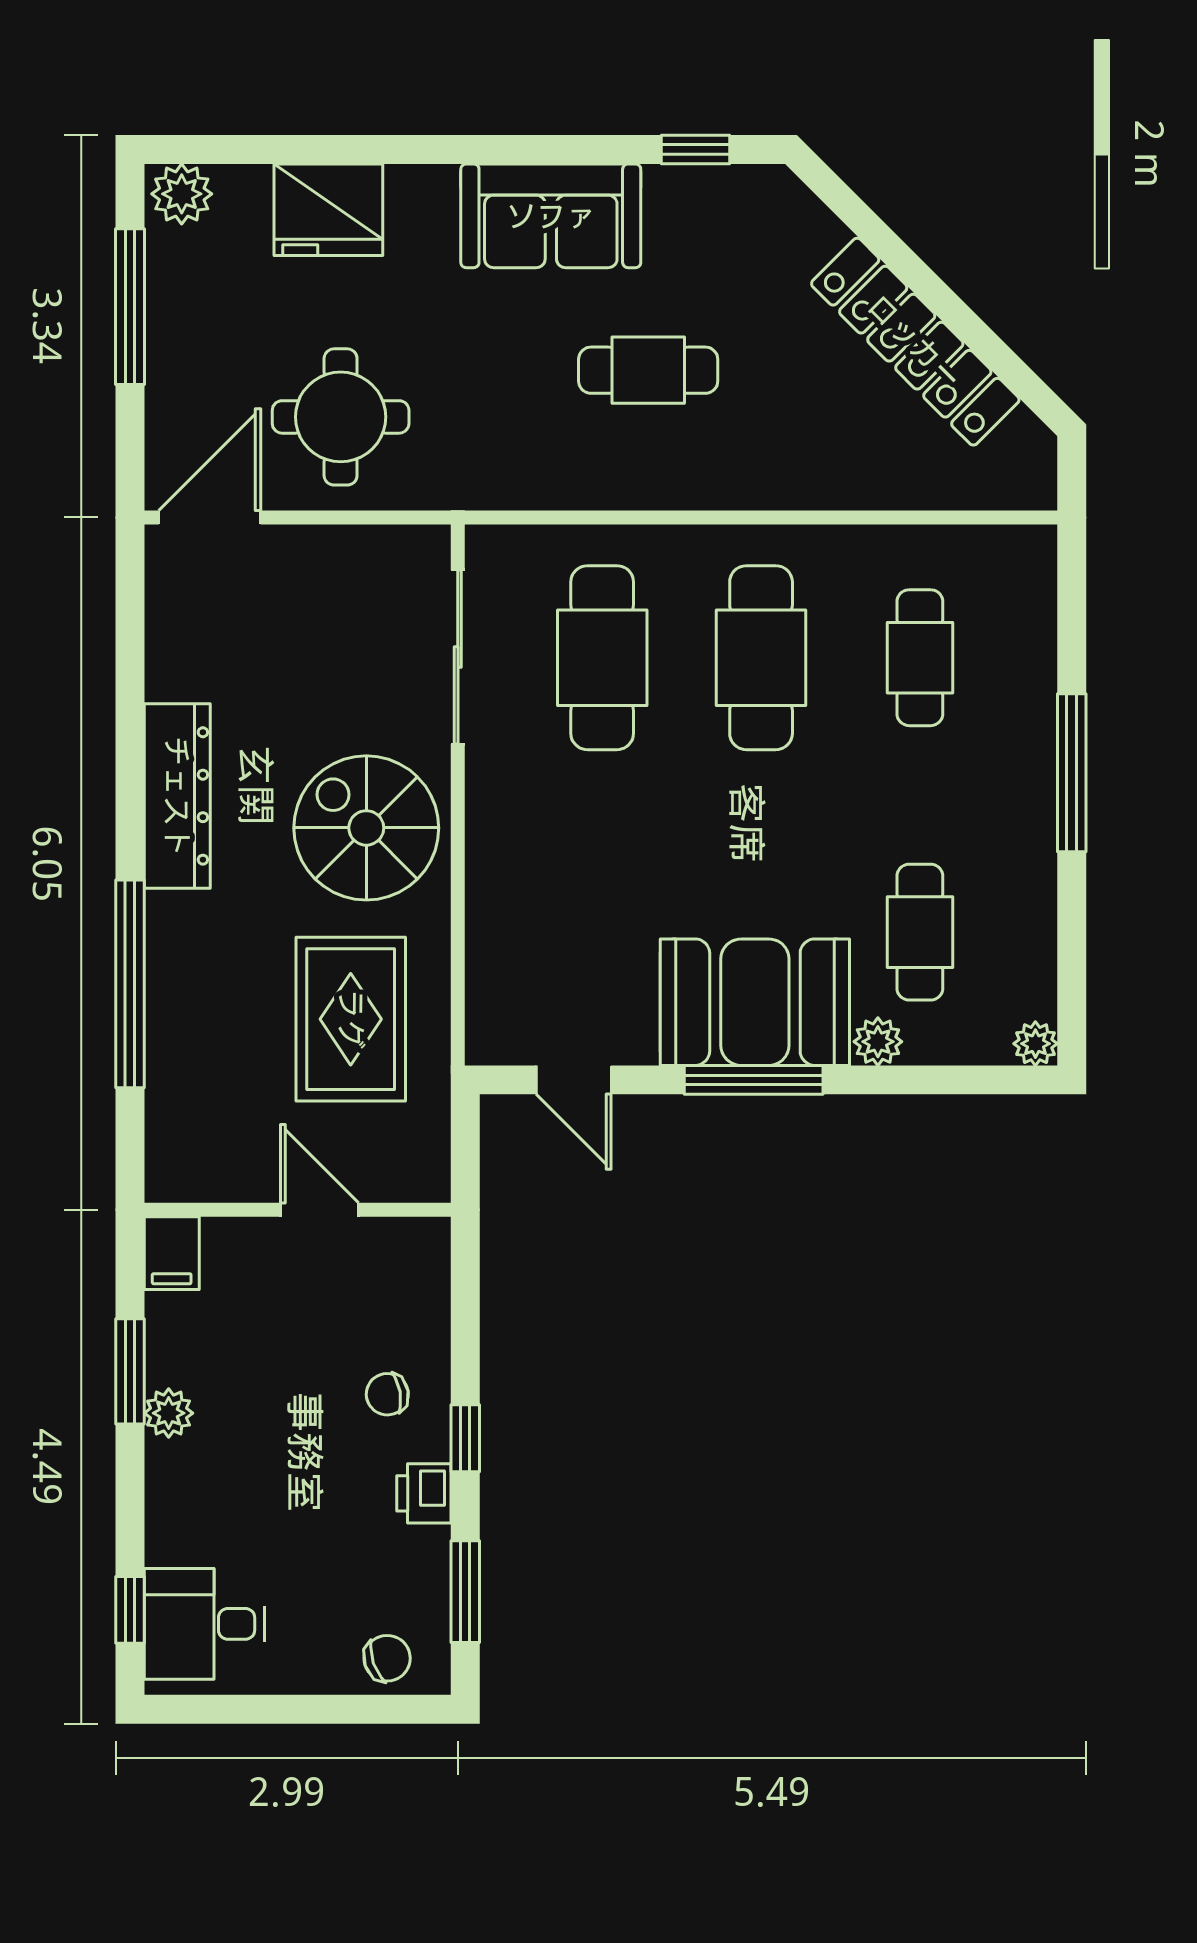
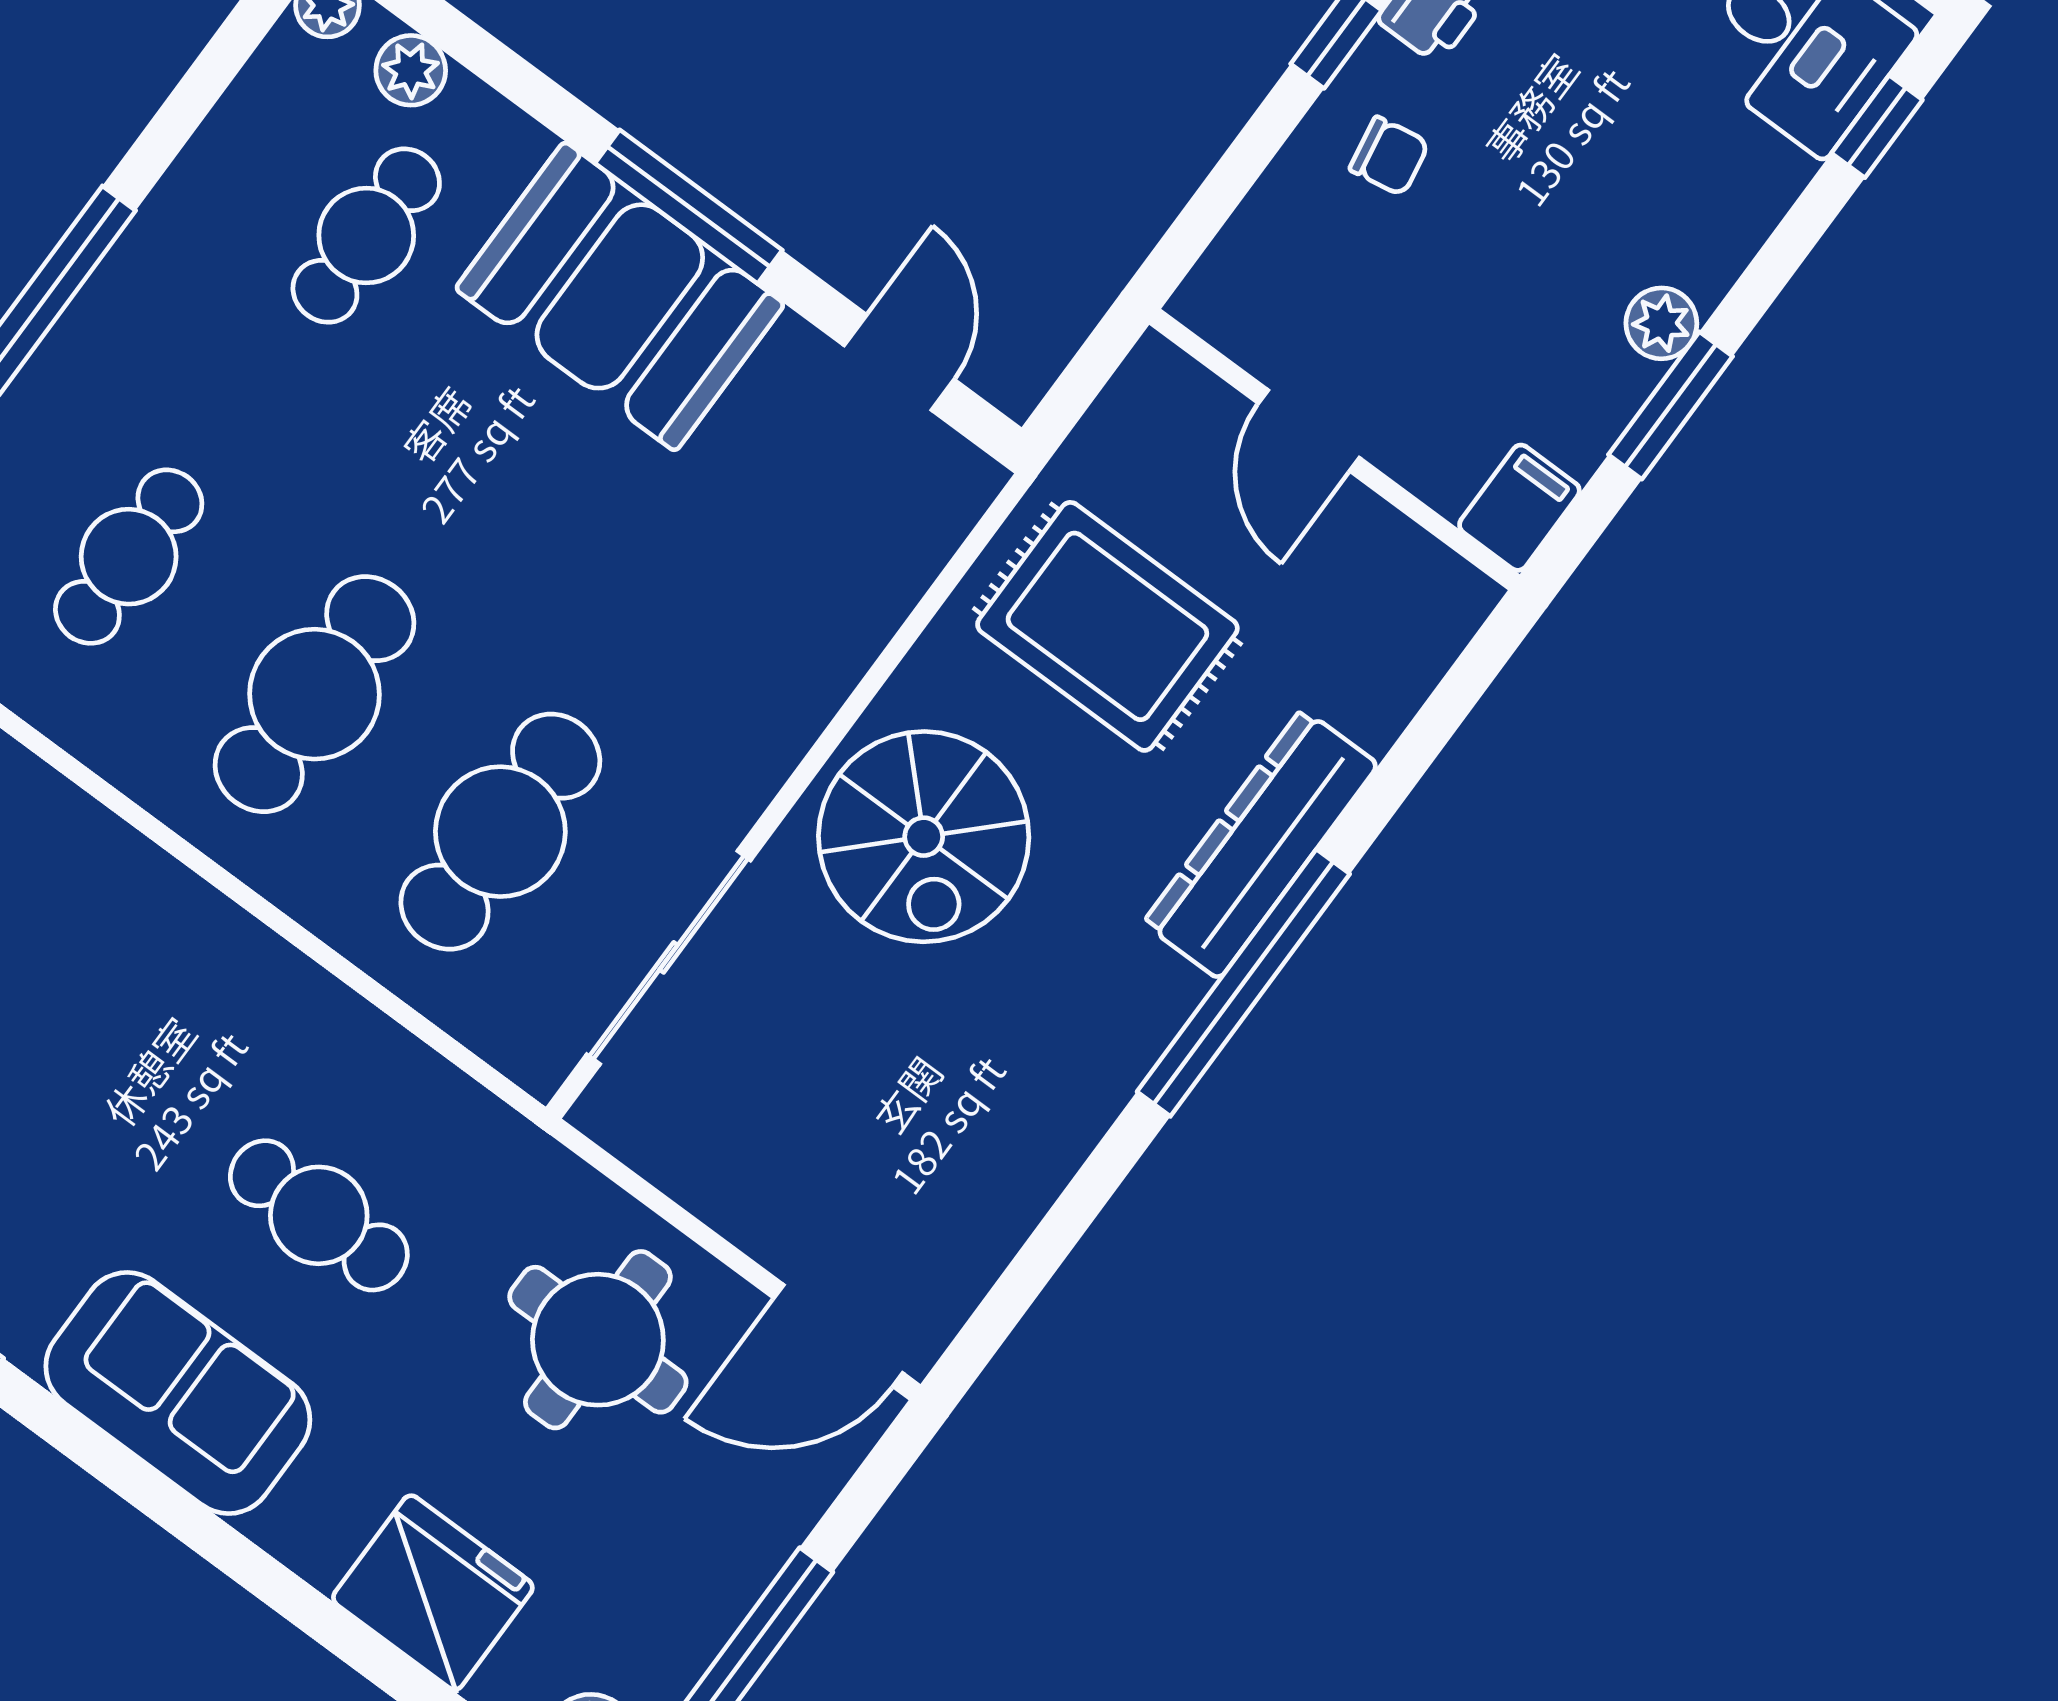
cafe table: (648, 370) -> (319, 1215), moved
dresser: (177, 796) -> (1261, 844), moved
window: (130, 984) -> (1243, 983), moved
rug: (351, 1019) -> (1107, 626), turned 90
plant: (878, 1042) -> (411, 70), moved

